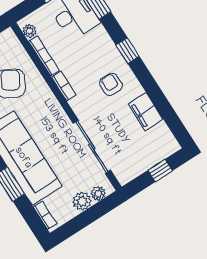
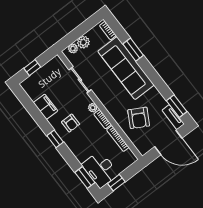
plant: (30, 31) -> (93, 108), moved
window: (128, 51) -> (55, 139), moved
sliding door: (92, 147) -> (80, 80), width x0.73

